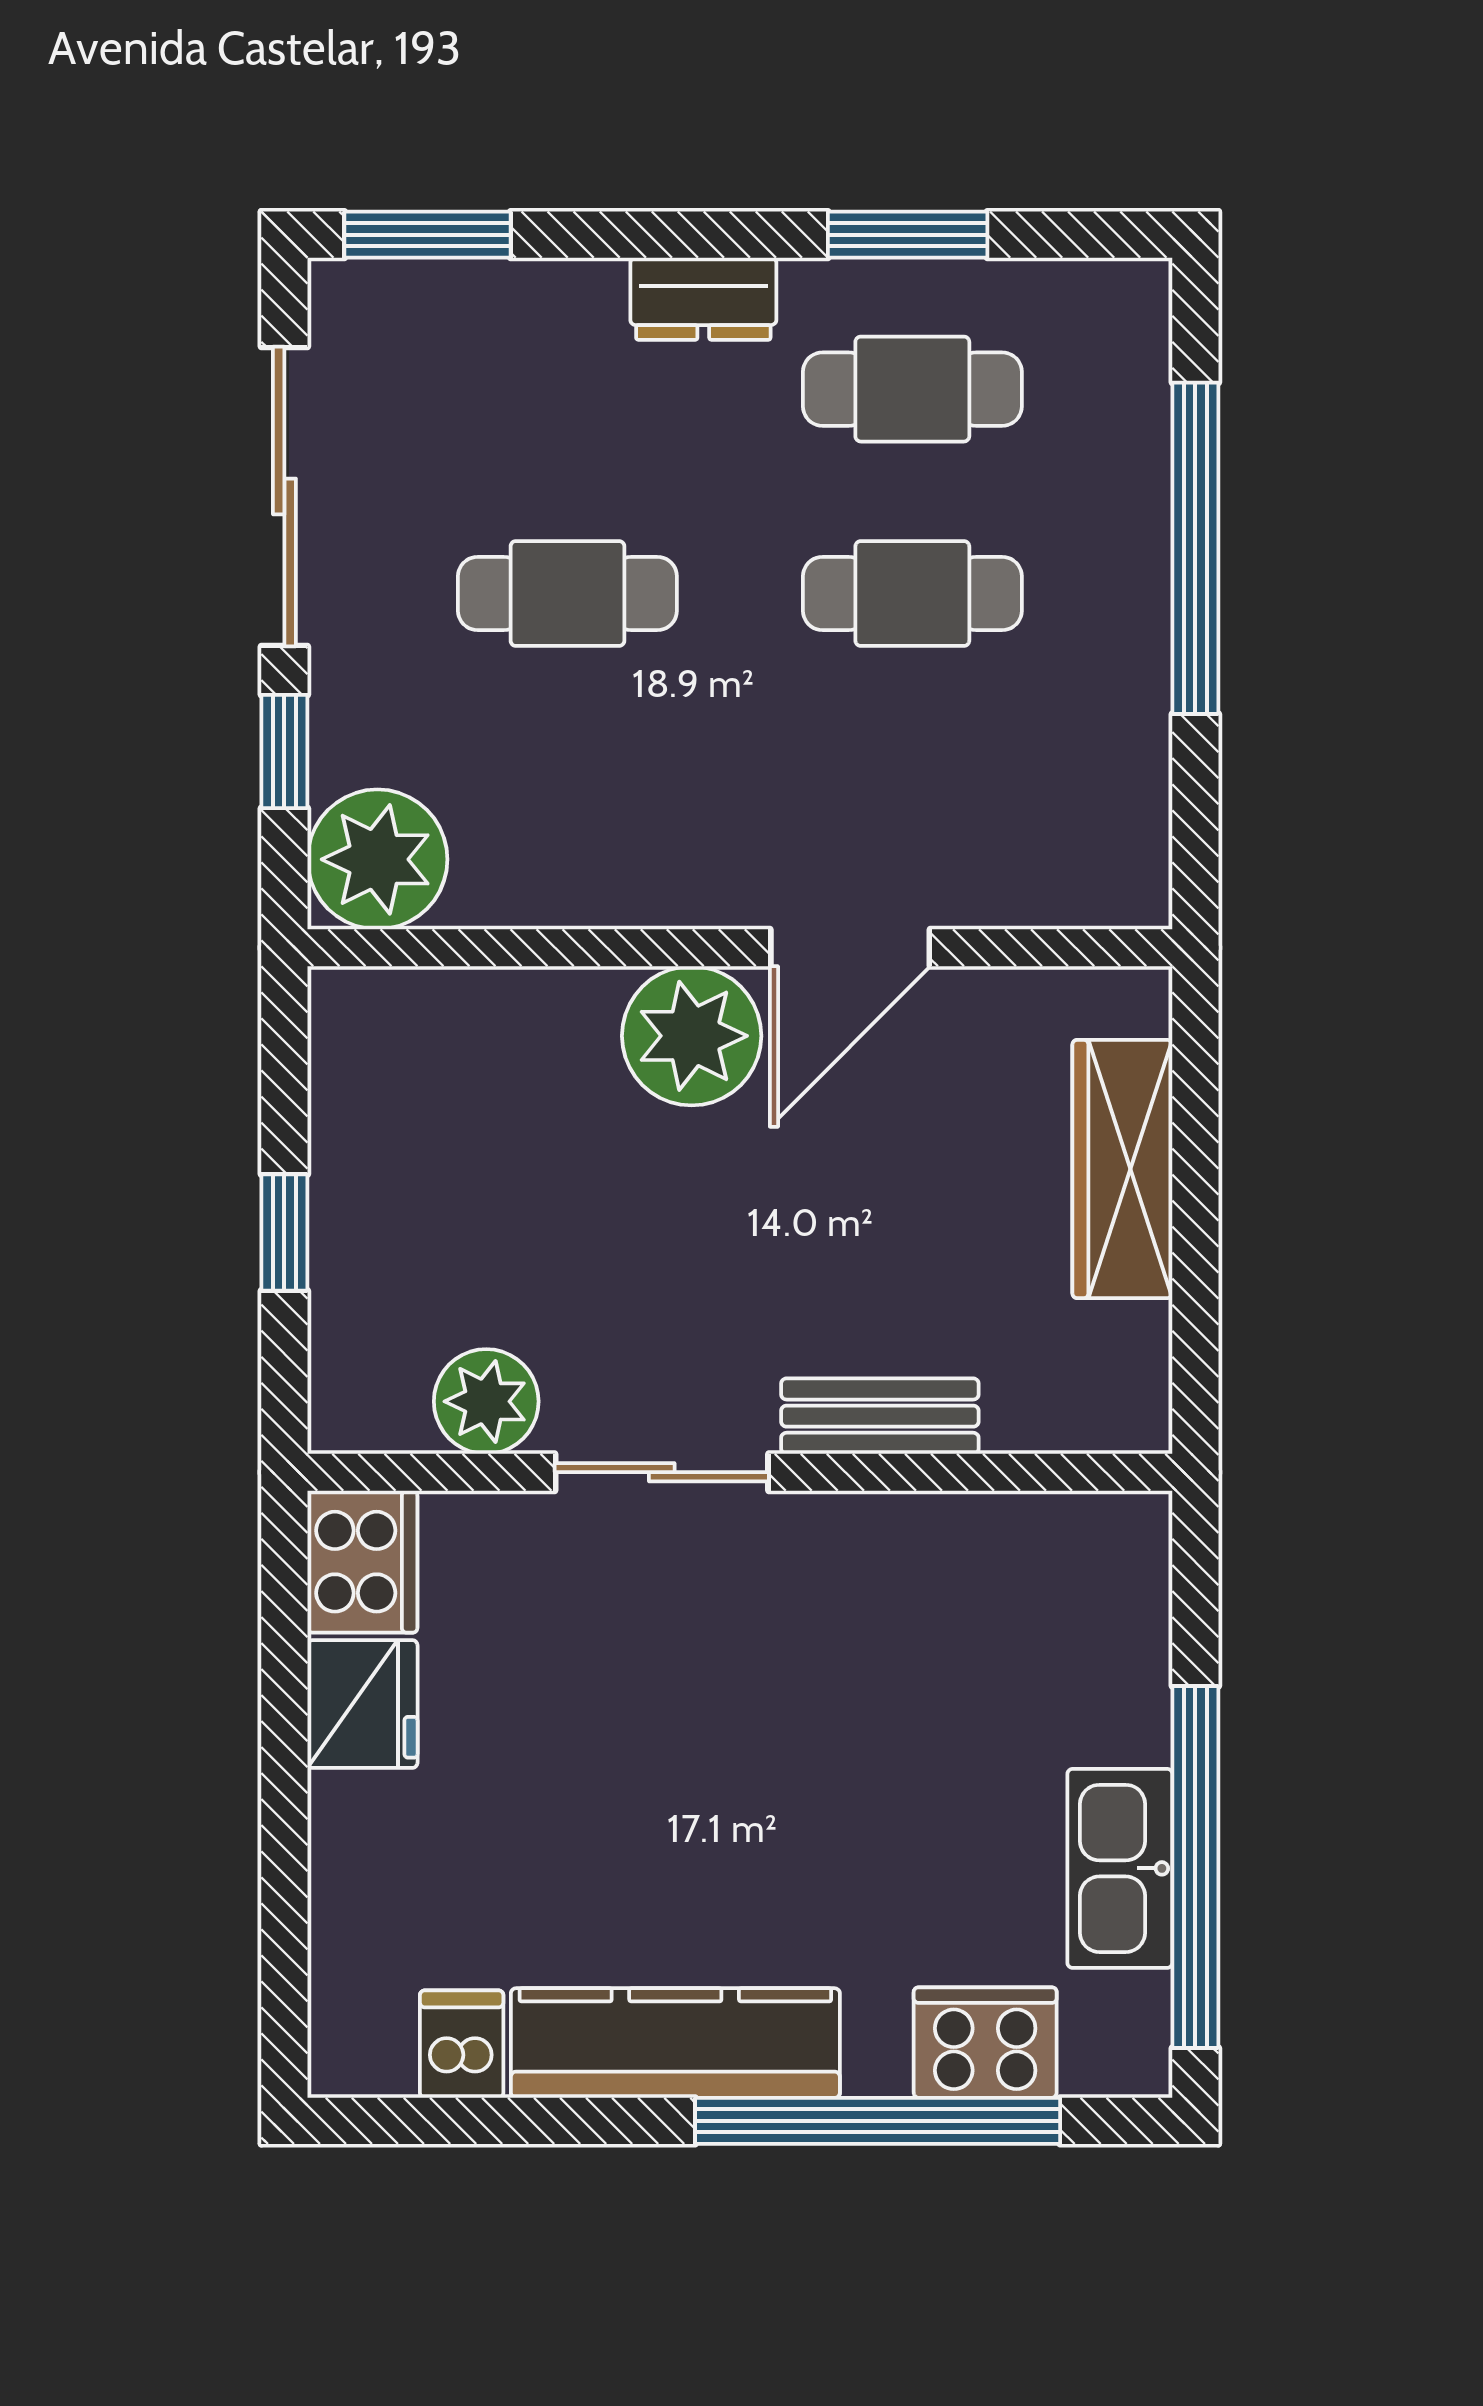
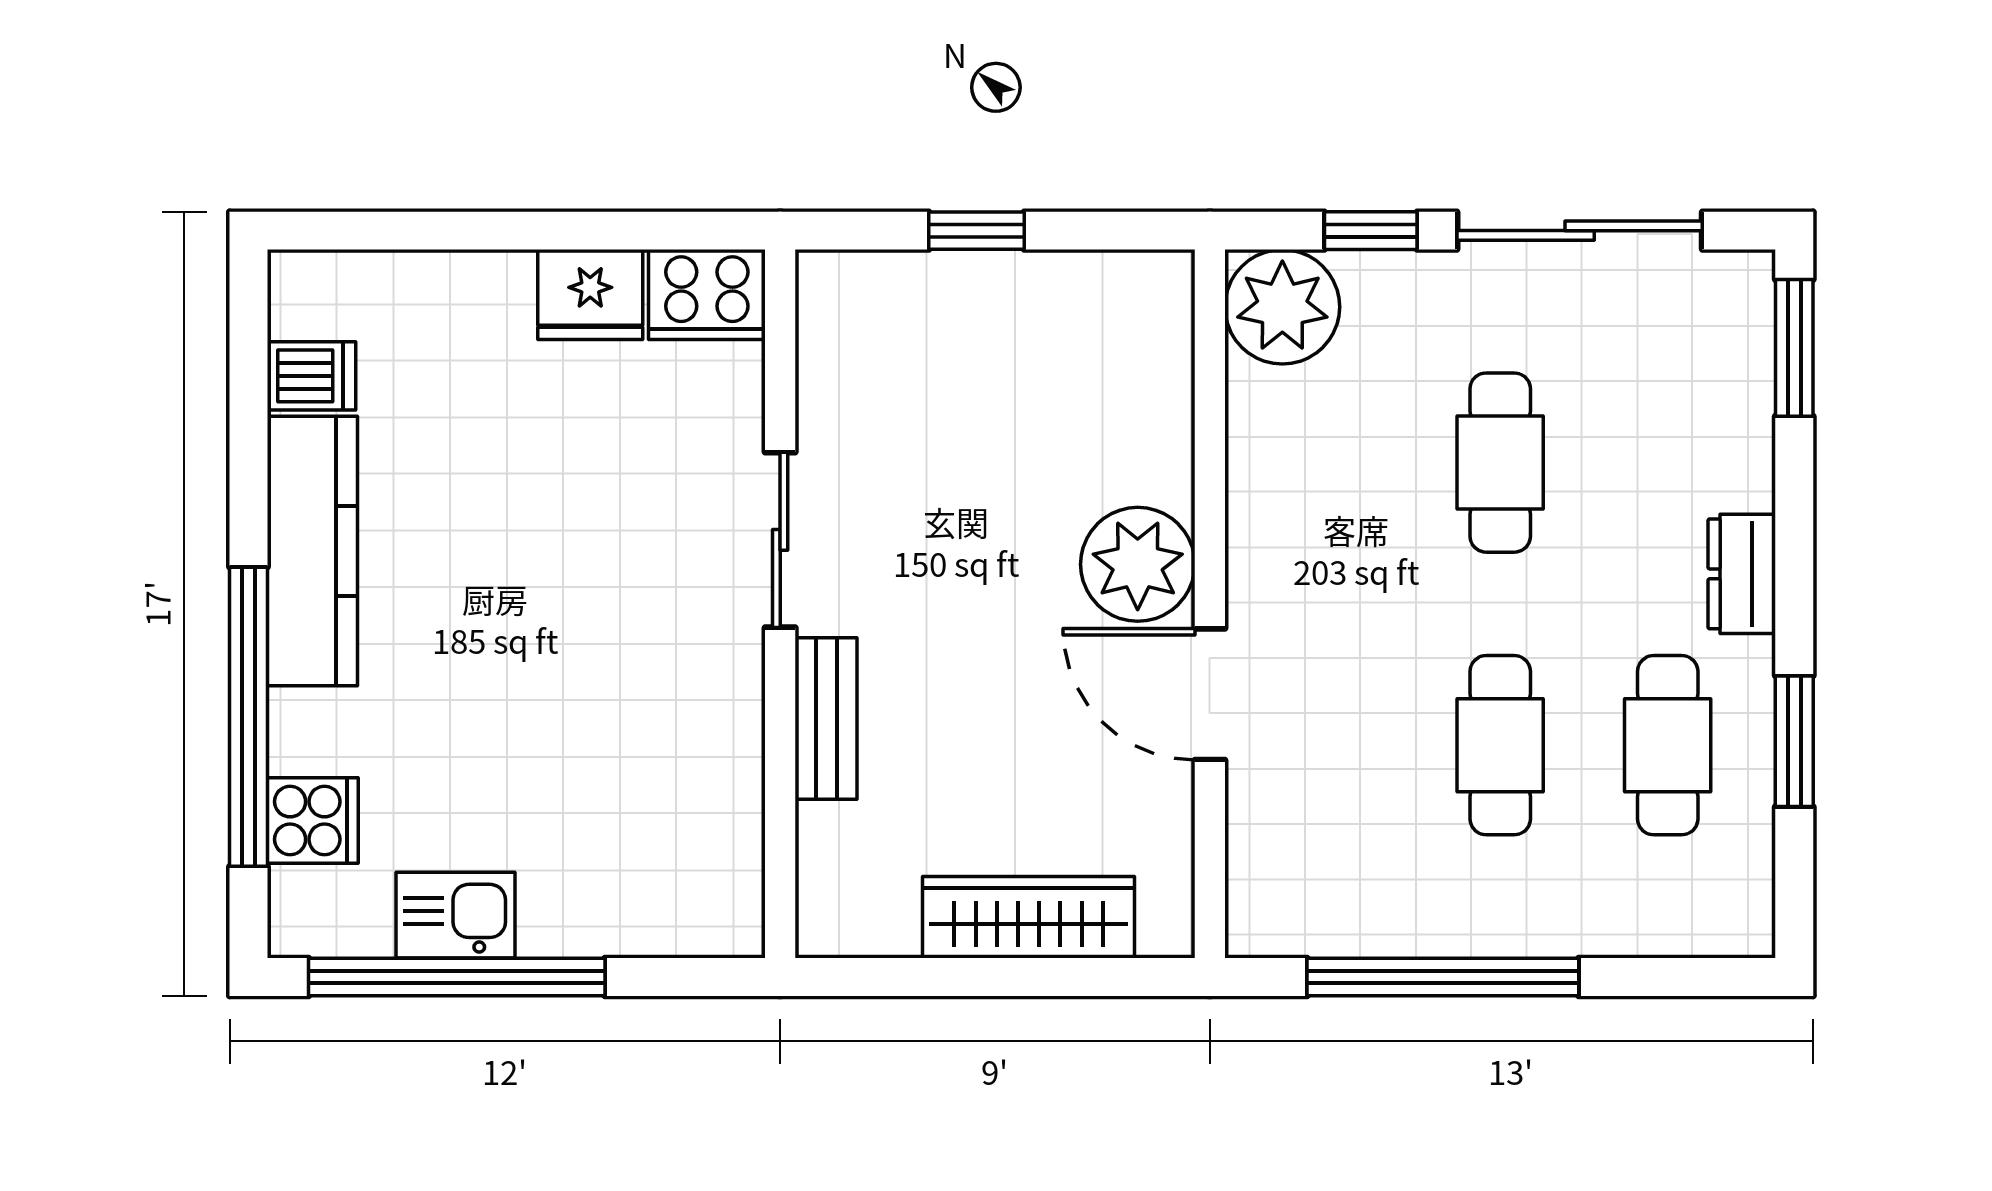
window: (1195, 548) -> (1443, 977), moved
plant: (486, 1401) -> (838, 396), removed
kitchen sink: (1120, 1868) -> (455, 915), width x0.73
cooker: (985, 2043) -> (313, 820), width x0.73

